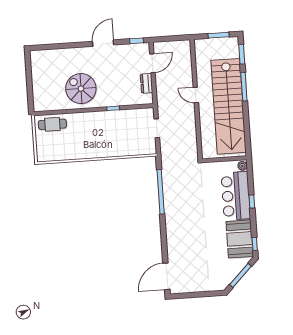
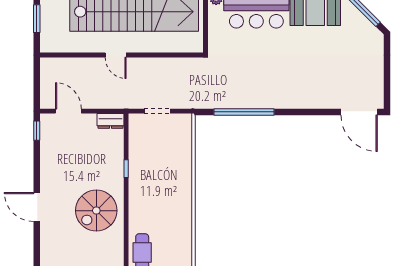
door: (103, 43) -> (37, 207), moved
dresser: (146, 83) -> (110, 121), moved
door: (196, 95) -> (116, 55), hinge flipped

